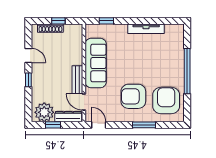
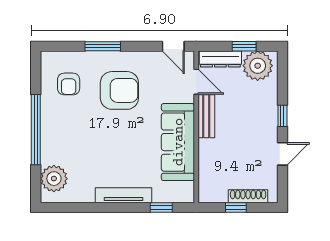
tv unit: (146, 29) -> (123, 195), moved
plant: (176, 40) -> (54, 179), added
door: (28, 55) -> (282, 154), swing flipped
armchair: (166, 100) -> (69, 84), width x0.53, depth x0.53

